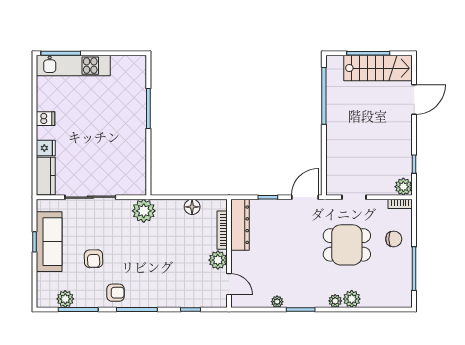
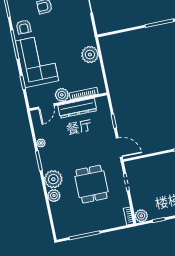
floor lamp: (192, 207) -> (96, 69), removed
plant: (144, 211) -> (90, 55), moved
dresser: (240, 225) -> (77, 108), moved
chair: (394, 239) -> (103, 217), removed
corner sofa: (165, 284) -> (37, 61), added
plant: (335, 301) -> (53, 179), width x1.88, depth x1.88

